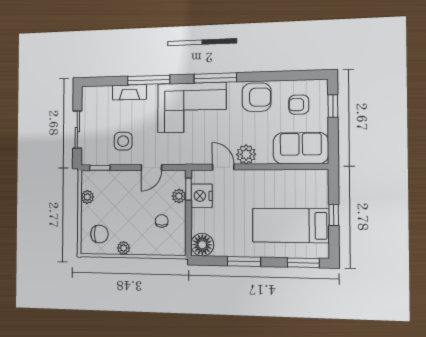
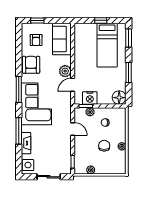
side table: (123, 141) -> (28, 165), moved
chair: (100, 234) -> (104, 146), moved

